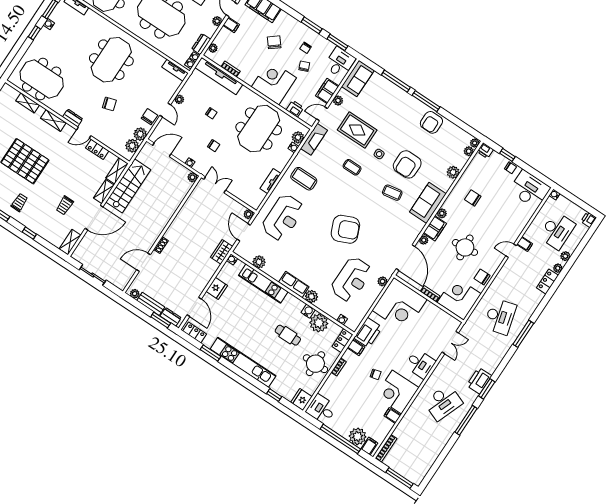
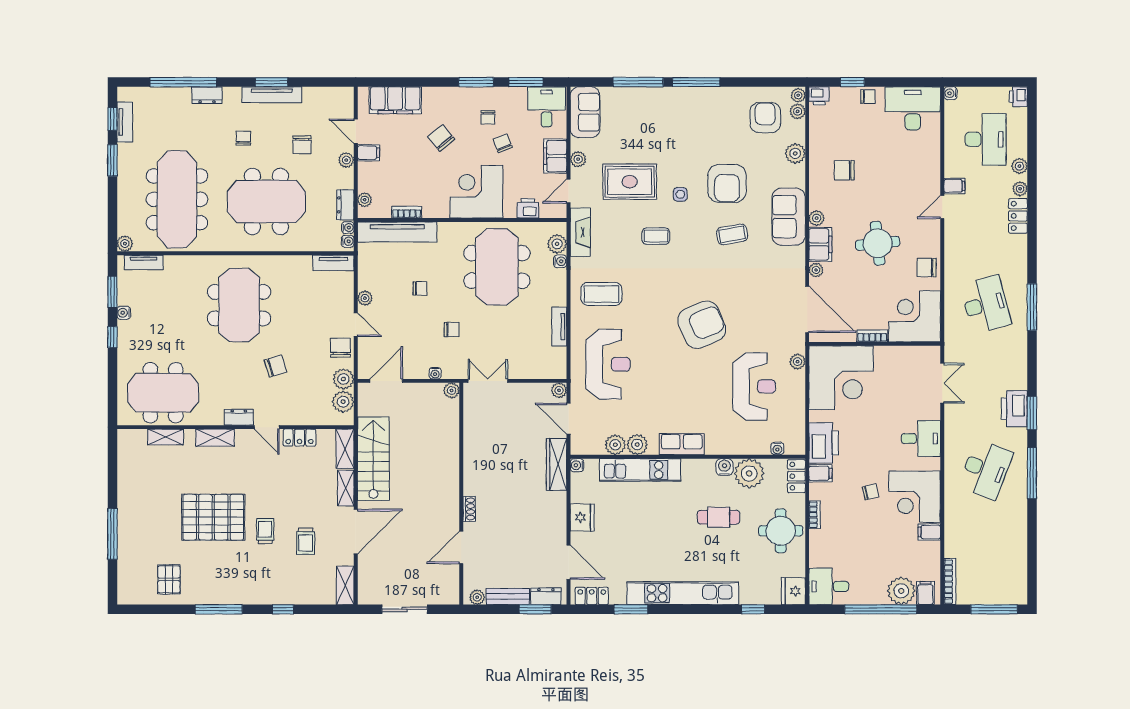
armchair: (431, 122) -> (765, 118), moved, turned 180
door: (84, 133) -> (267, 427), hinge flipped
trolley: (19, 202) -> (265, 531), moved
wardrobe: (222, 252) -> (557, 464), width x1.50
plant: (311, 296) -> (637, 445), moved

